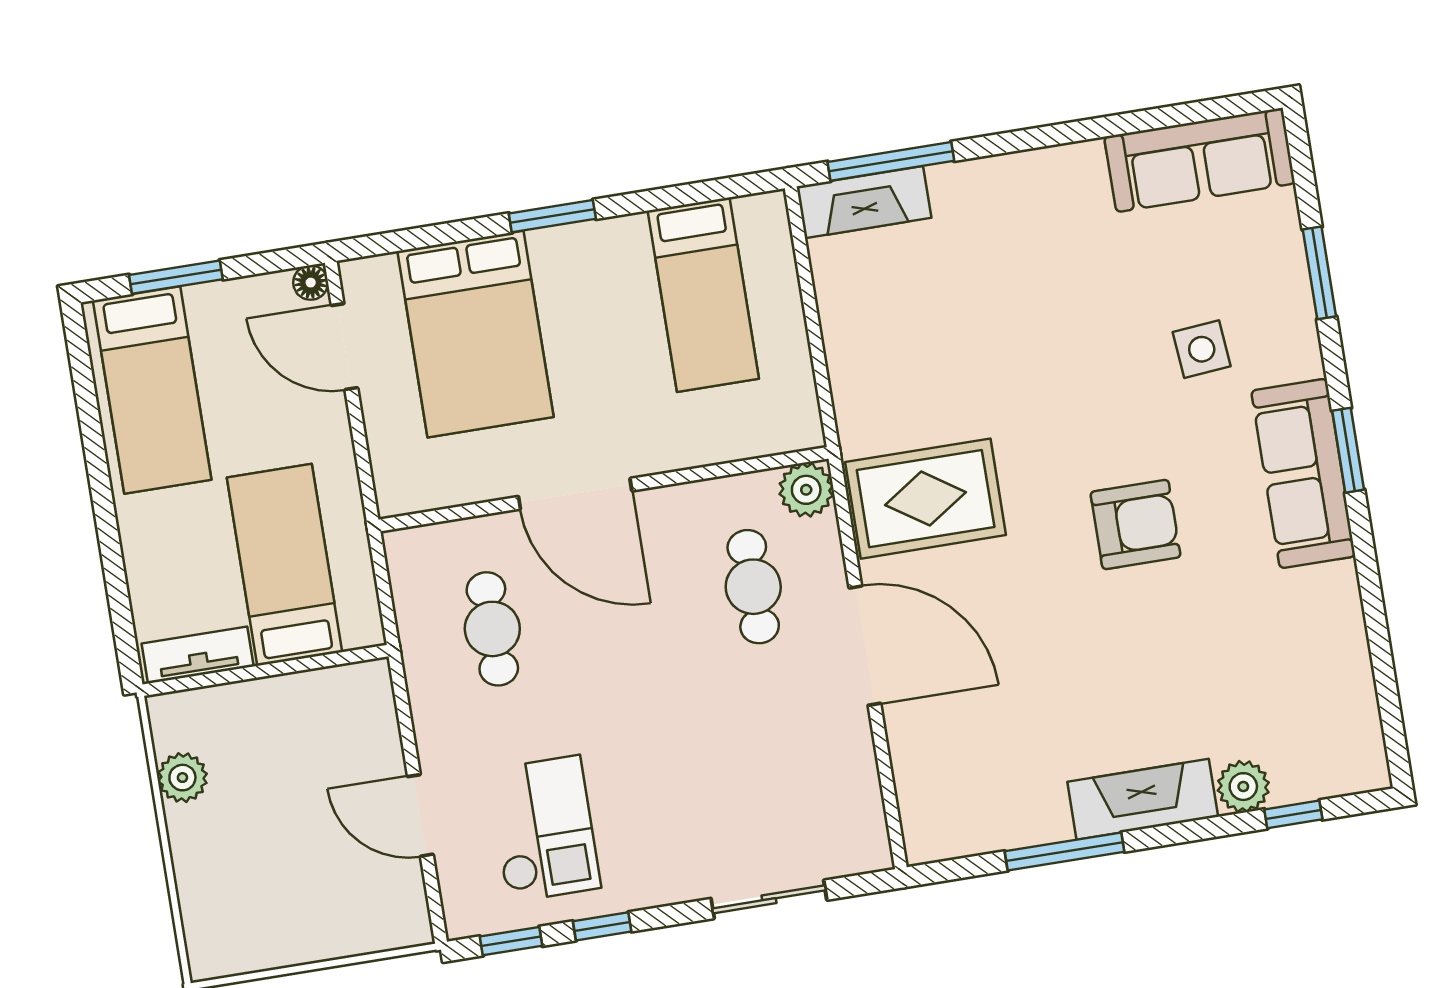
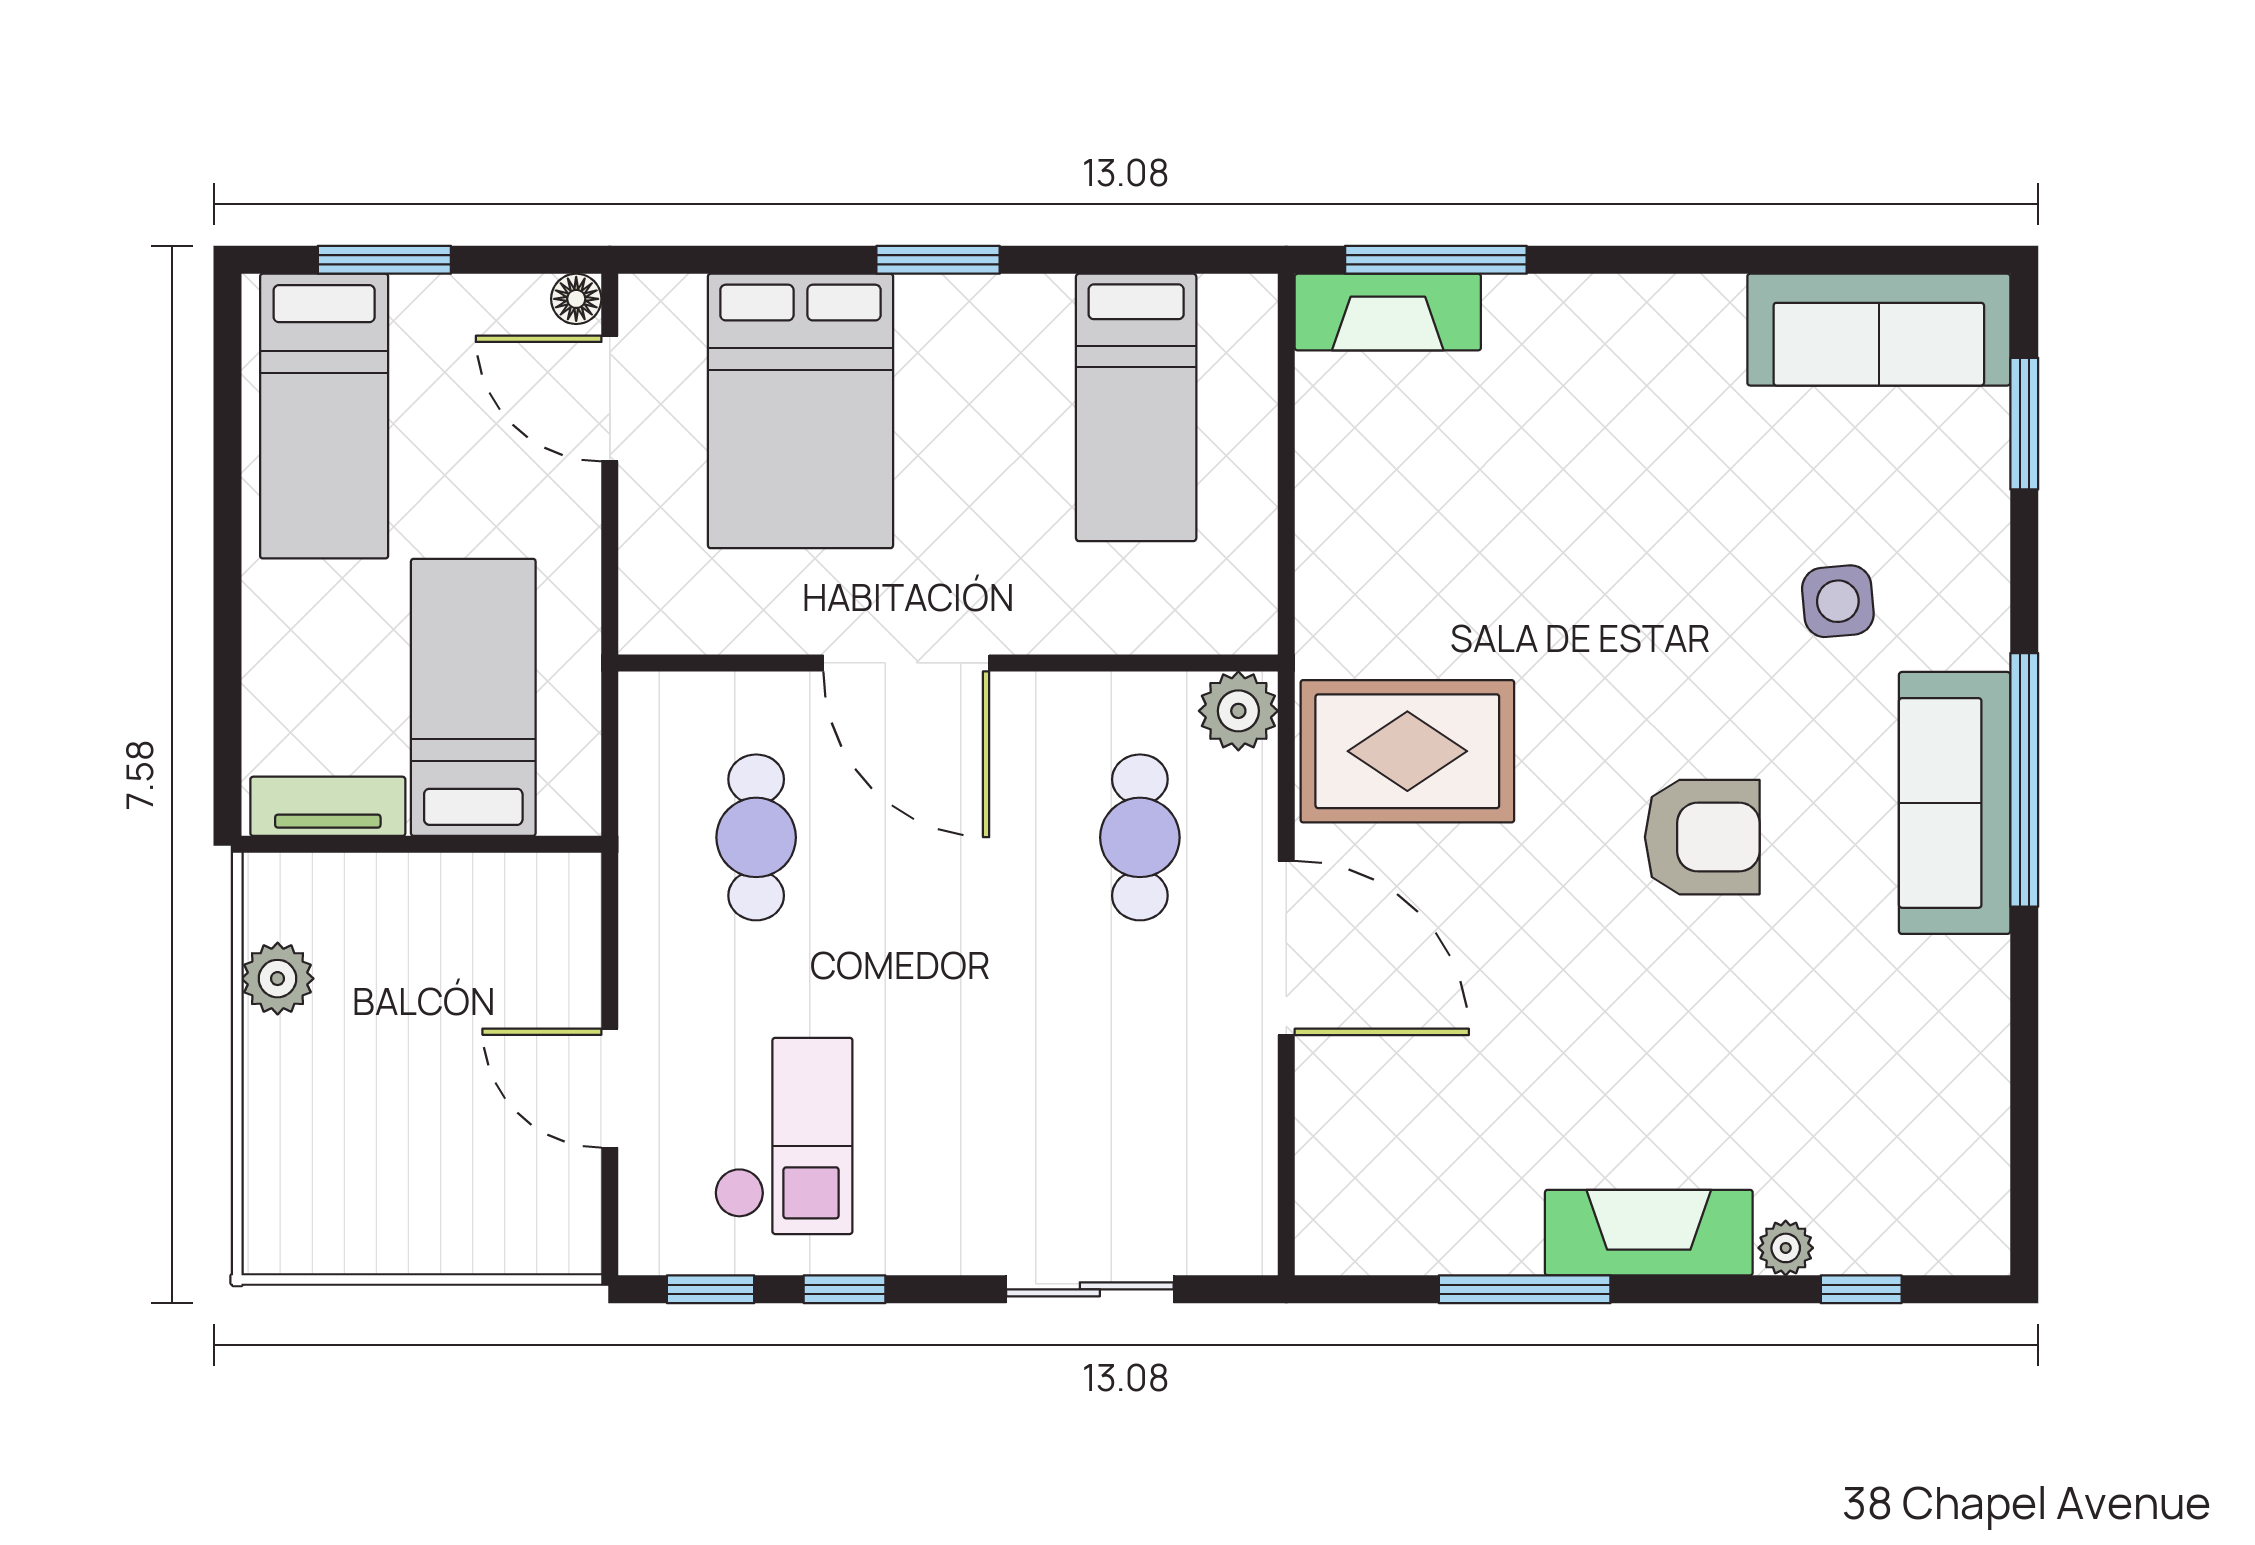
window: (1319, 273) -> (2024, 424), moved
window: (1348, 450) -> (2024, 780), width x2.11
plant: (1243, 787) -> (1786, 1248), width x0.73, depth x0.73

